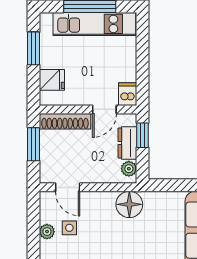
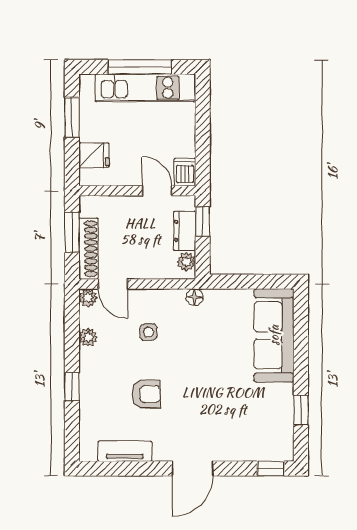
door: (104, 109) -> (157, 191), swing flipped
shoe rack: (65, 121) -> (88, 249), moved, turned -90
plant: (47, 199) -> (88, 298), added
floor lamp: (129, 204) -> (194, 297), width x0.53, depth x0.53
side table: (69, 228) -> (148, 332), moved

